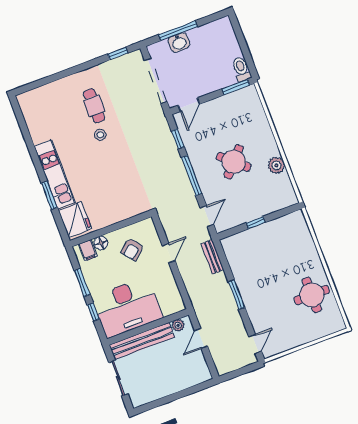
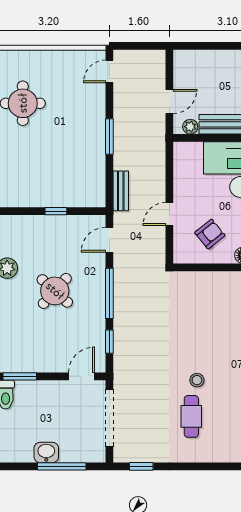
washbasin: (179, 42) -> (46, 452), moved

